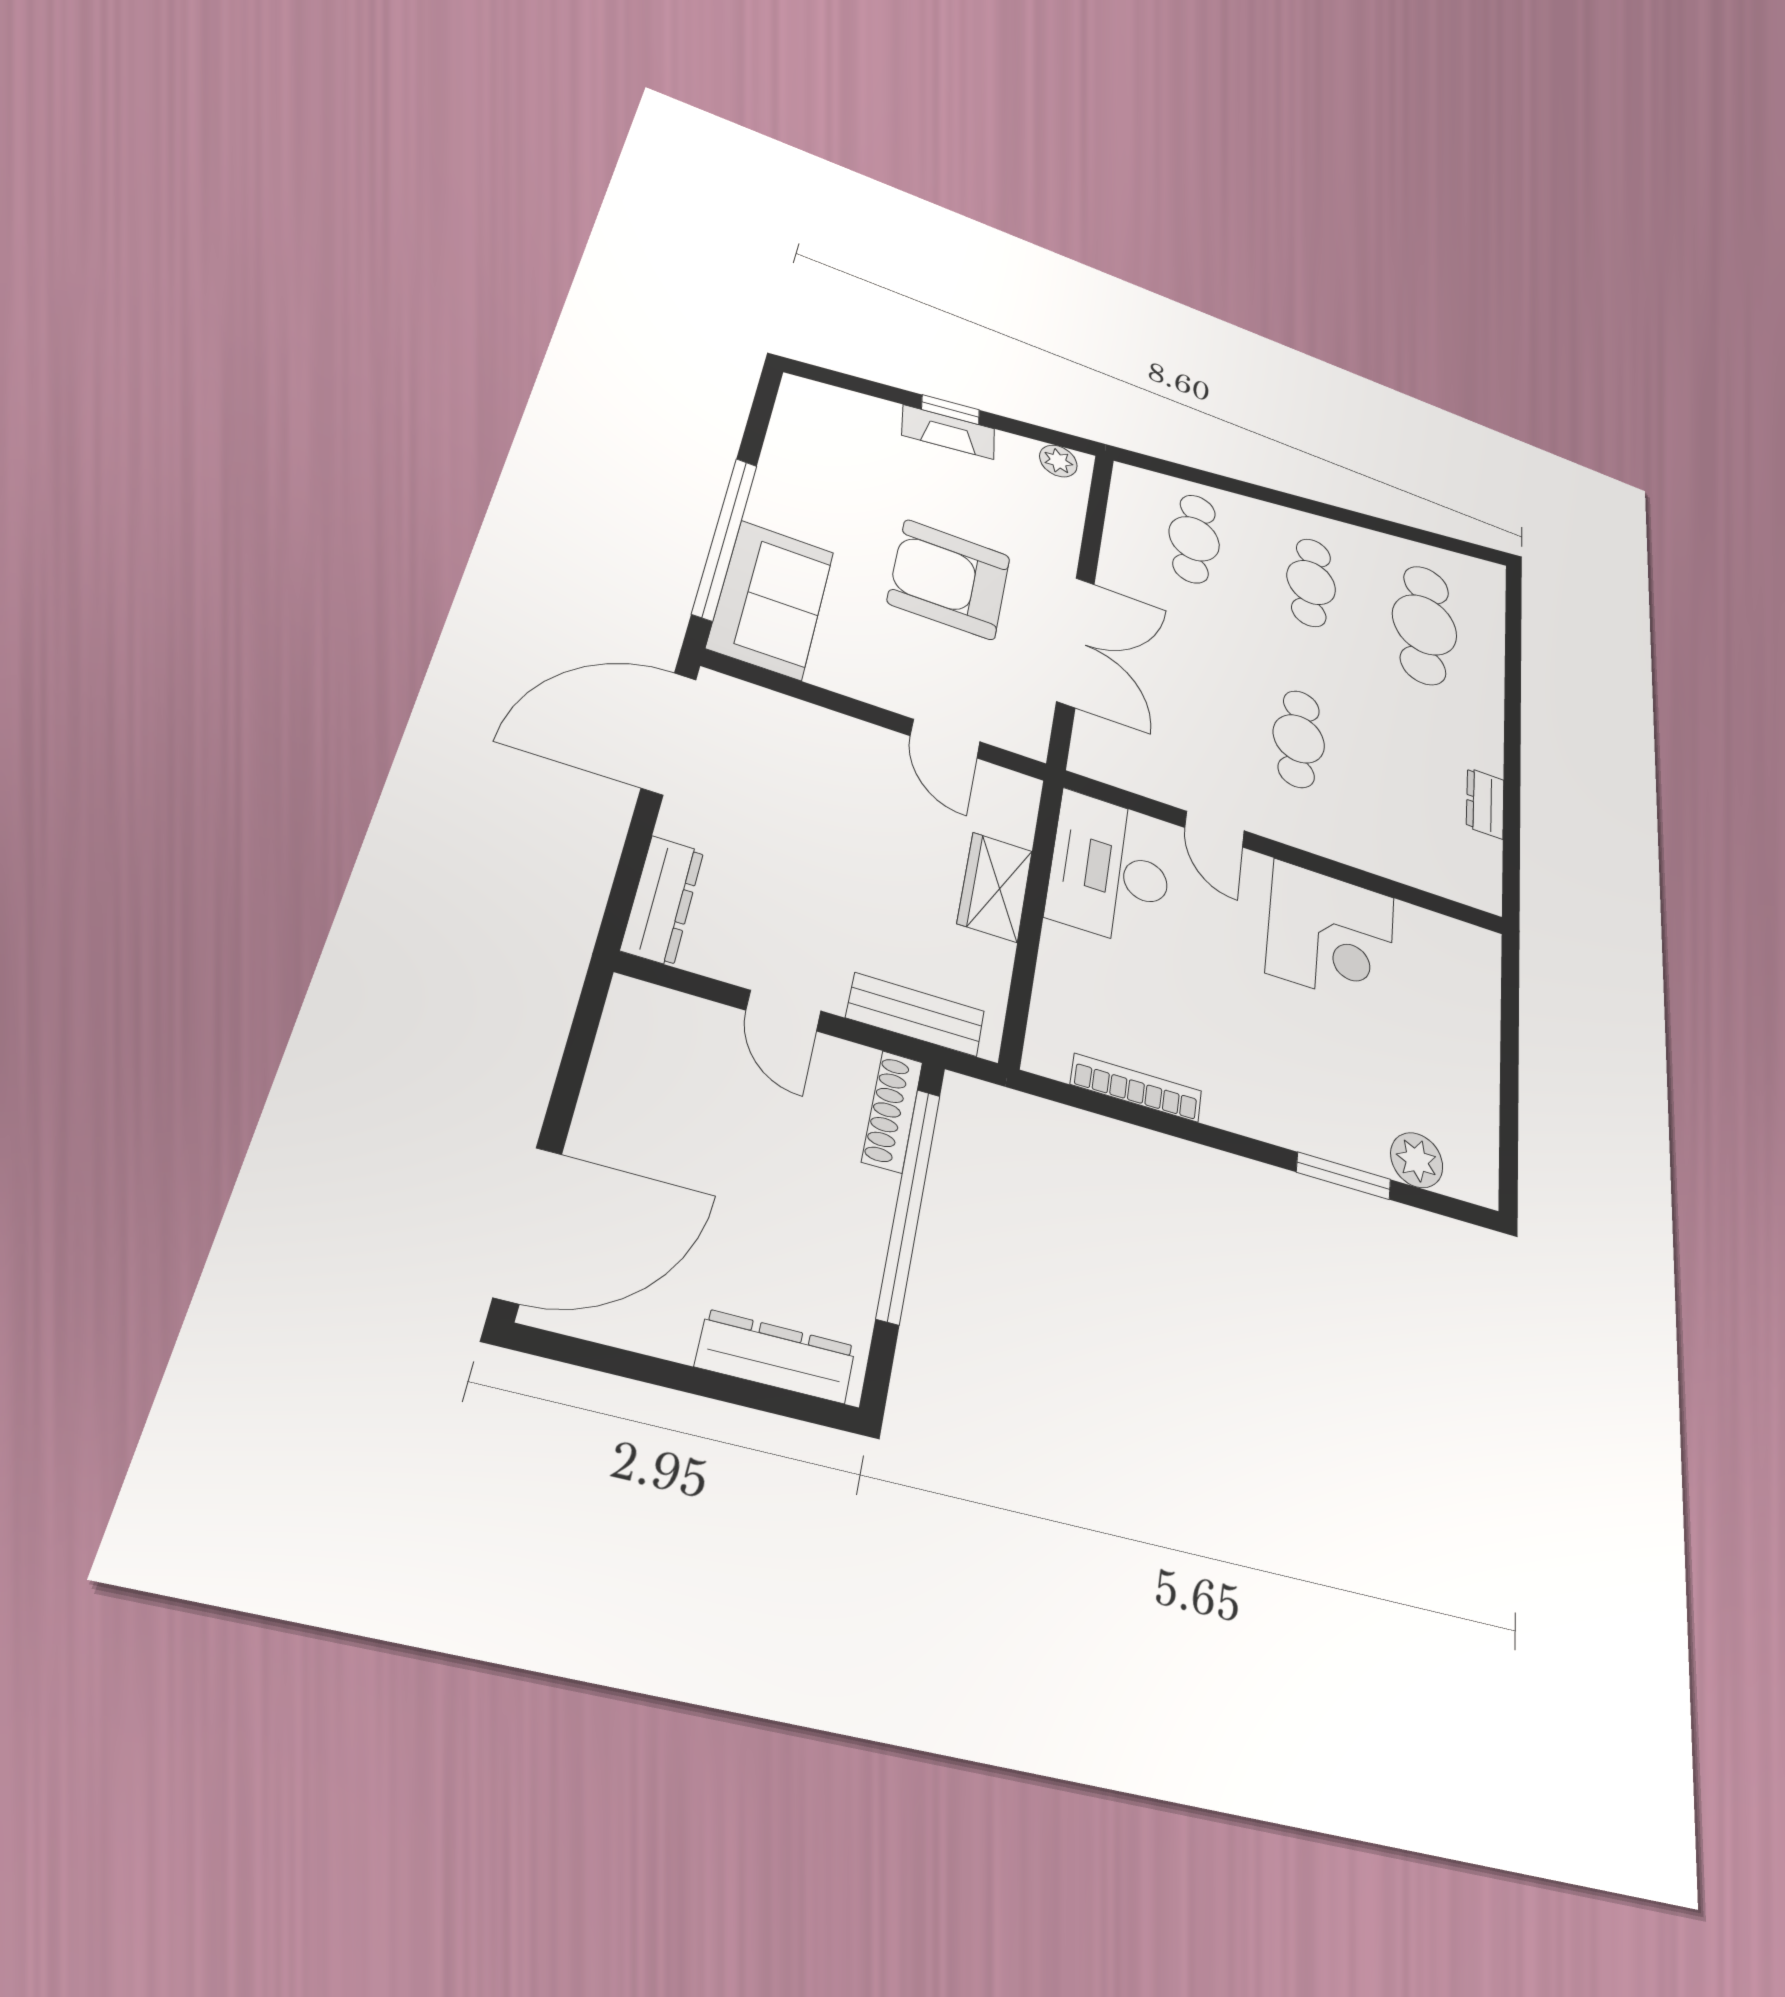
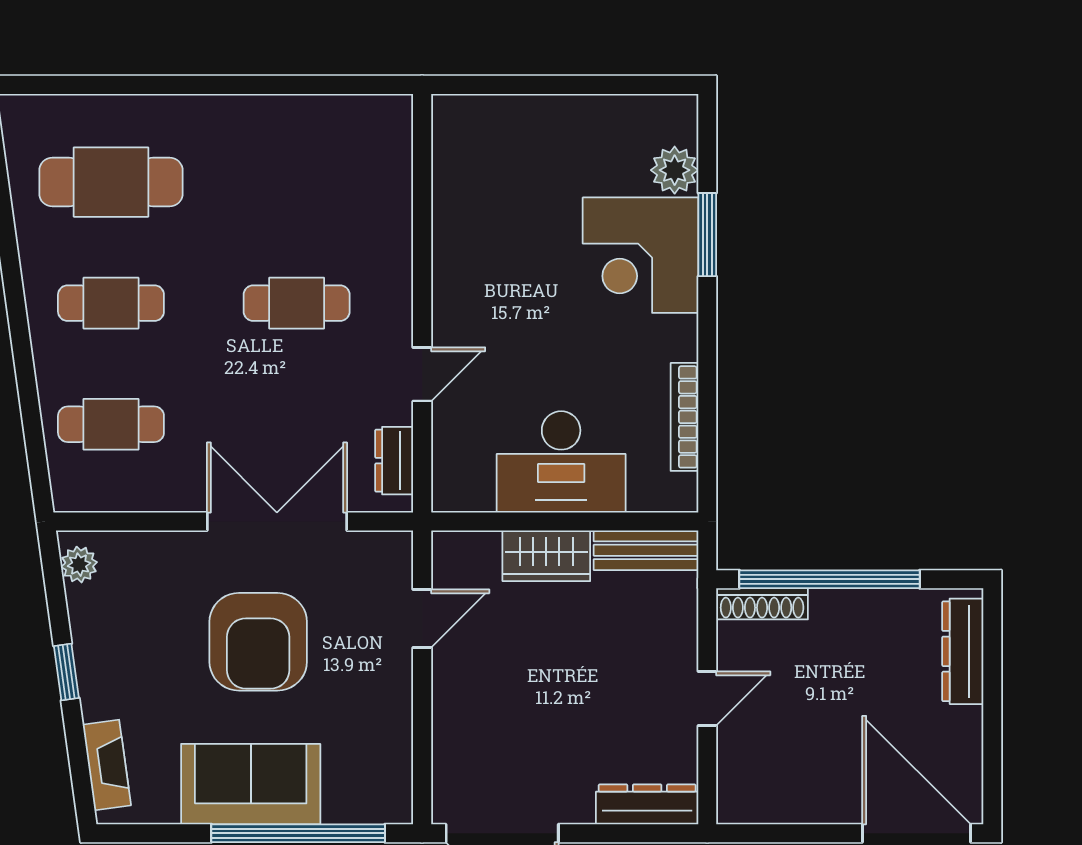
fireplace: (948, 432) -> (107, 765), moved
sofa: (771, 599) -> (251, 784), moved
dresser: (1485, 803) -> (394, 461), moved, turned 90
desk: (1110, 870) -> (561, 462), moved
corner desk: (1331, 935) -> (641, 255), moved, turned 180
bench: (916, 1014) -> (646, 550), moved, turned 90

